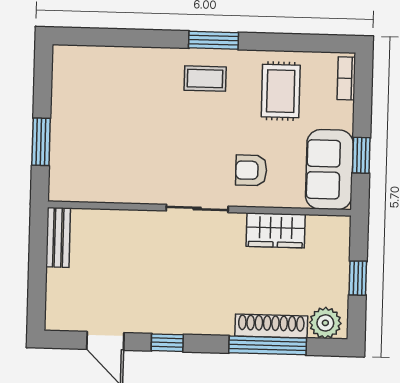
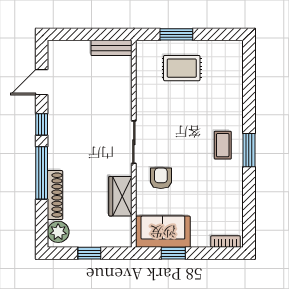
rug: (281, 91) -> (182, 68), moved
window: (268, 345) -> (42, 173), moved

